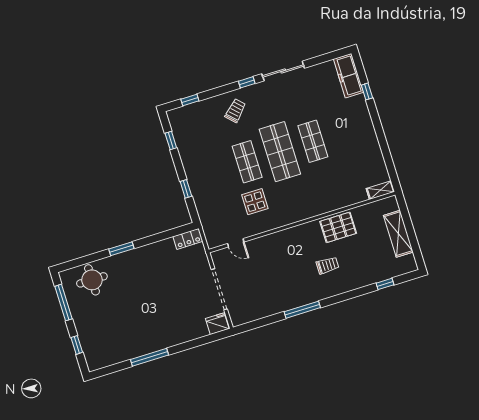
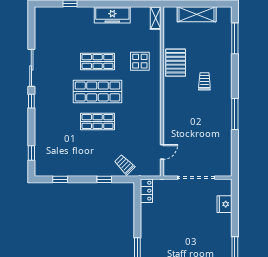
freezer: (348, 76) -> (112, 15), moved
trolley: (235, 111) -> (125, 165), moved
display table: (255, 202) -> (140, 61), moved
window: (385, 284) -> (235, 38), width x2.17
fridge: (217, 324) -> (224, 204), moved

